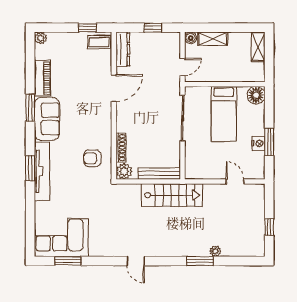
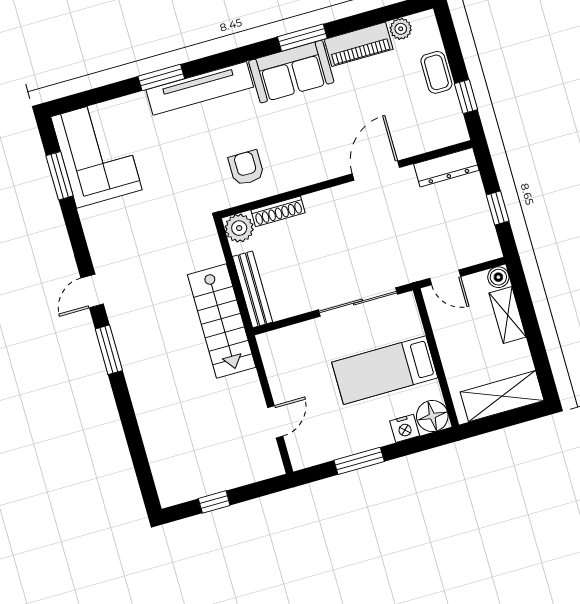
plant: (41, 38) -> (401, 29), moved
coffee table: (99, 42) -> (436, 72), moved
shelving: (258, 47) -> (502, 396), width x1.50, depth x1.33
door: (114, 88) -> (376, 171), swing flipped
nightstand: (258, 143) -> (405, 428), moved
window: (30, 168) -> (161, 77), moved
plant: (215, 251) -> (147, 422), removed
window: (200, 261) -> (109, 350), moved

